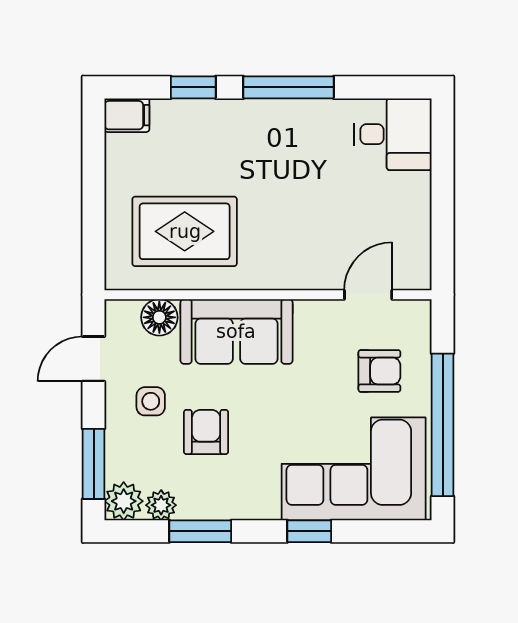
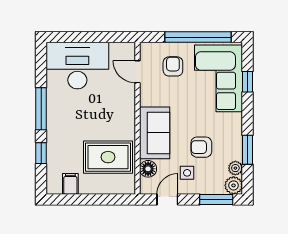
filing cabinet: (127, 115) -> (70, 184), moved
desk: (393, 134) -> (77, 66), width x1.87, depth x1.30
rug: (185, 231) -> (108, 157), turned 90
door: (94, 359) -> (167, 199), swing flipped
window: (309, 531) -> (248, 82), moved

